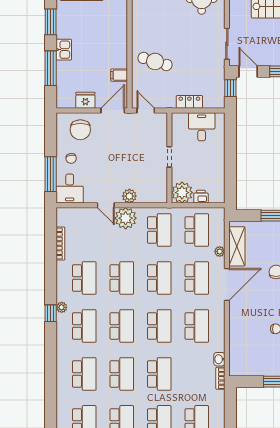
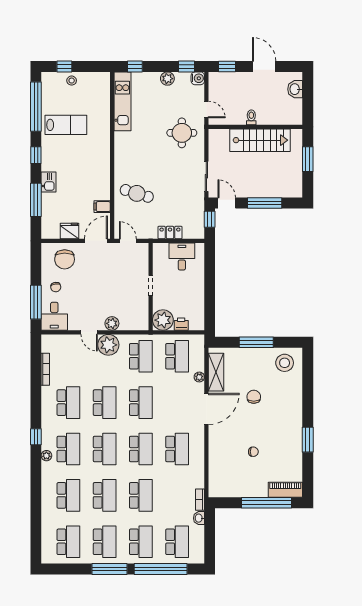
window: (51, 22) -> (36, 155), width x0.67
school desk: (197, 278) -> (177, 403), removed
plant: (62, 307) -> (46, 456), moved
washbasin: (219, 359) -> (199, 518), moved

